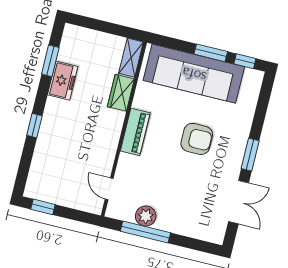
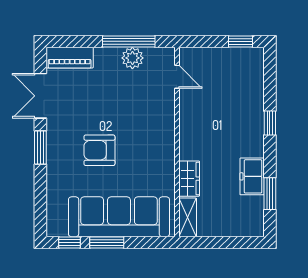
piano: (135, 132) -> (70, 58), moved, turned -90

